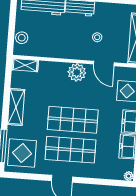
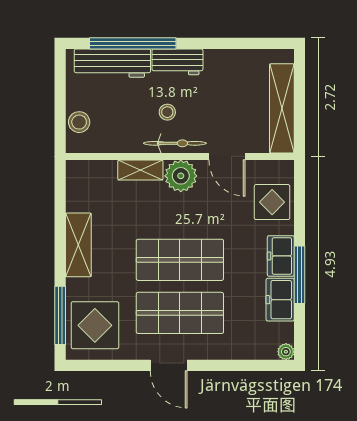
stool: (97, 37) -> (167, 112), moved
bicycle: (75, 54) -> (175, 143), added
shelving: (25, 65) -> (140, 170), moved

